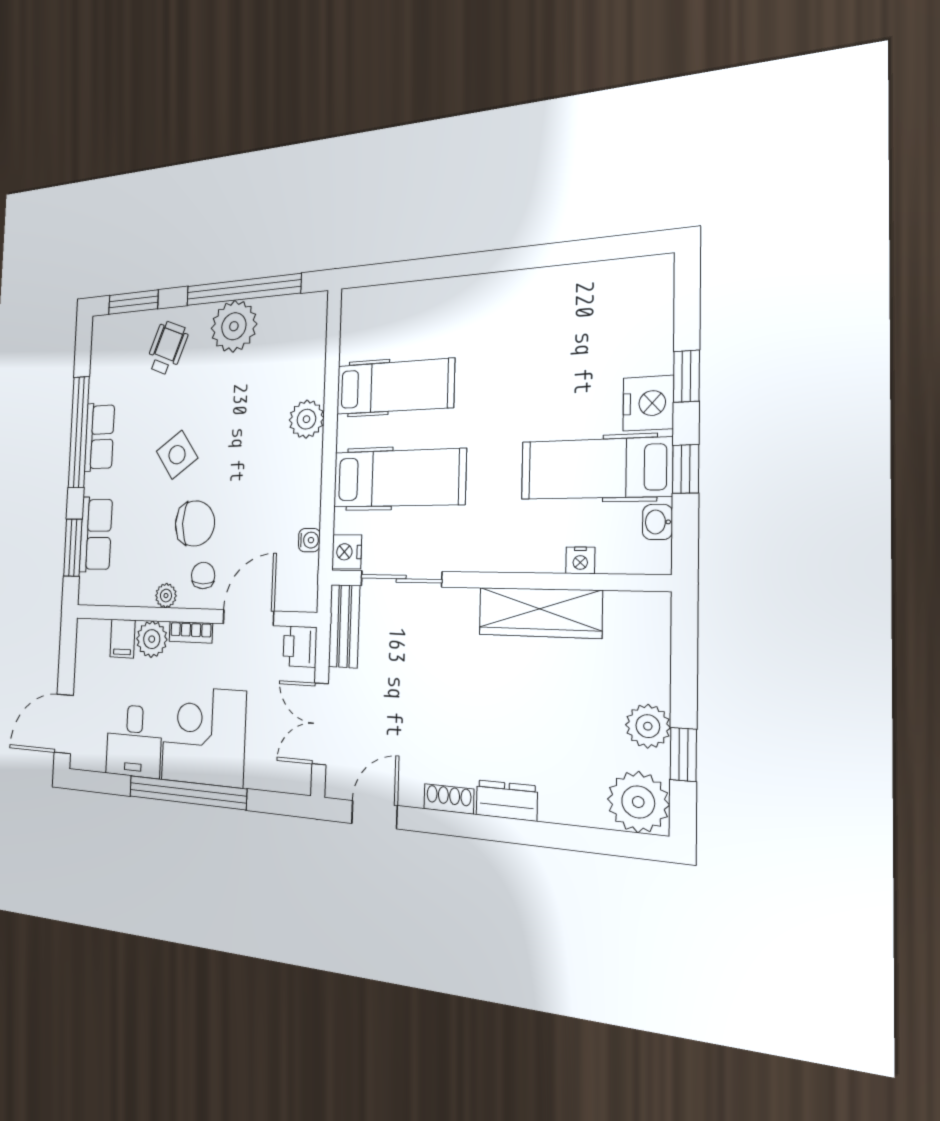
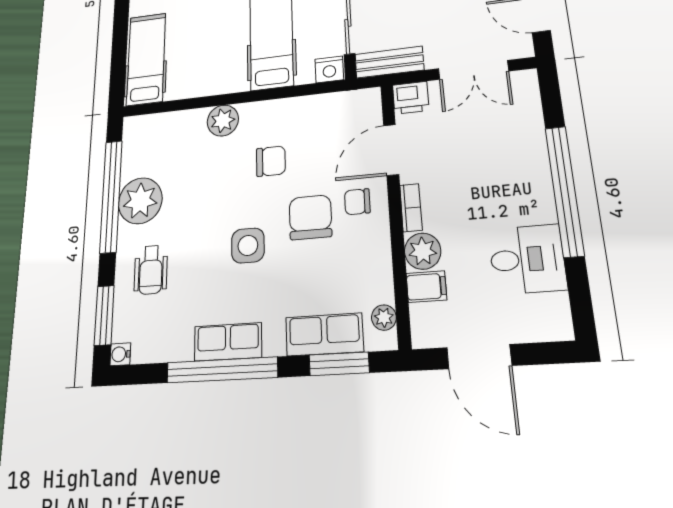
wheelchair: (167, 348) -> (151, 270), turned -112
hospital bed: (395, 386) -> (146, 59), moved
side table: (177, 455) -> (248, 245), turned 35
chair: (255, 479) -> (271, 161), added
water cooler: (309, 540) -> (120, 354), moved, turned -90
plant: (166, 596) -> (384, 317), moved
door: (248, 618) -> (391, 150), hinge flipped
door: (64, 724) -> (479, 357), moved
corner desk: (204, 736) -> (506, 180), removed

